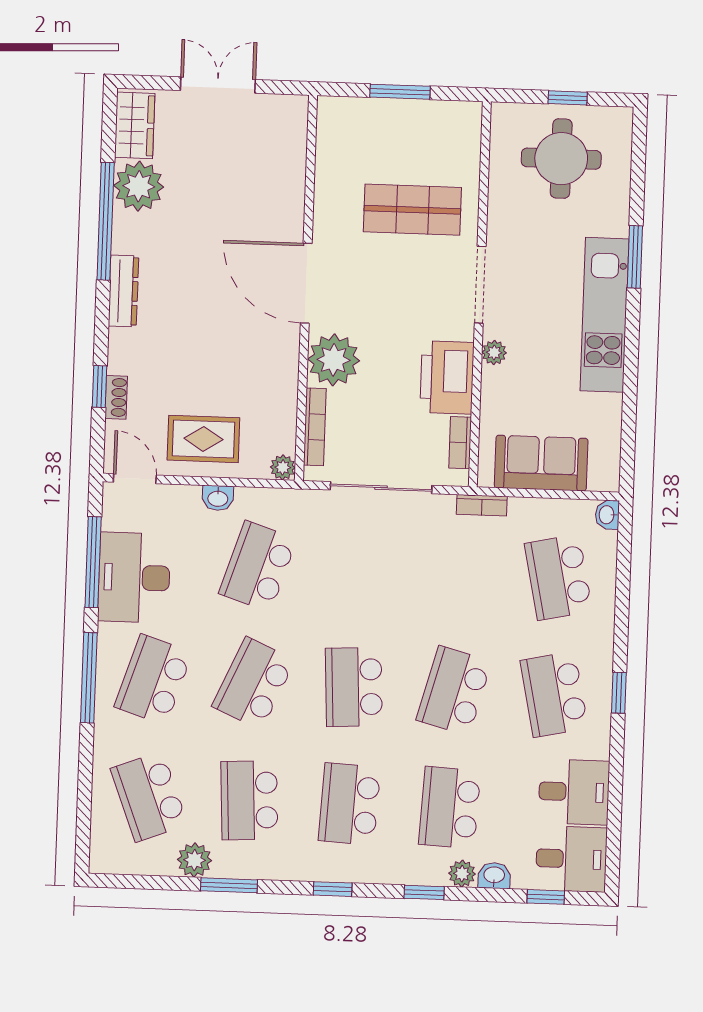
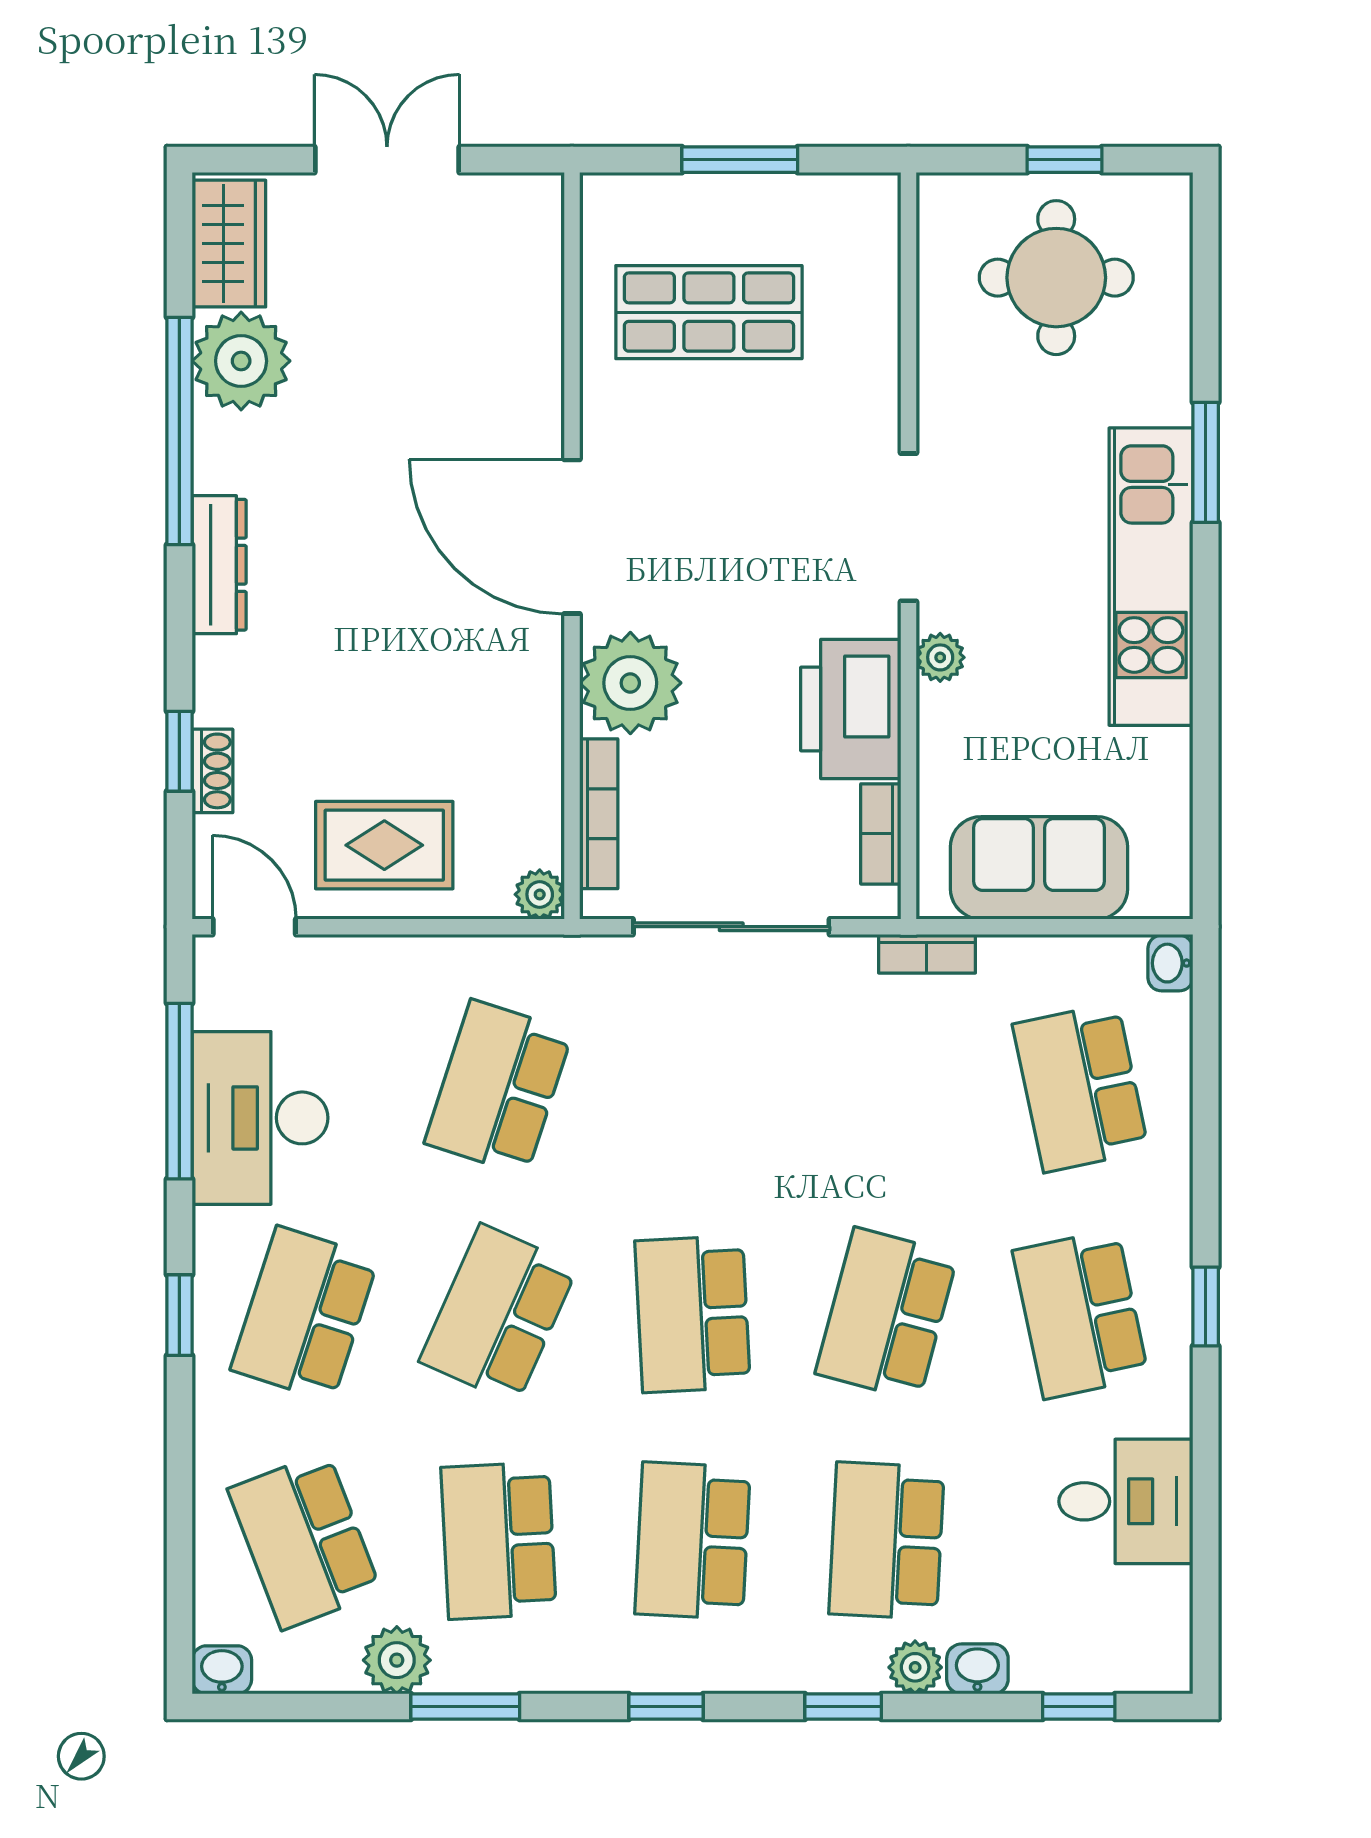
shop shelf: (412, 210) -> (709, 312), moved
washbasin: (218, 498) -> (222, 1670), moved, turned 180
window: (89, 678) -> (179, 1315), width x0.46
desk: (571, 859) -> (1125, 1631), removed

